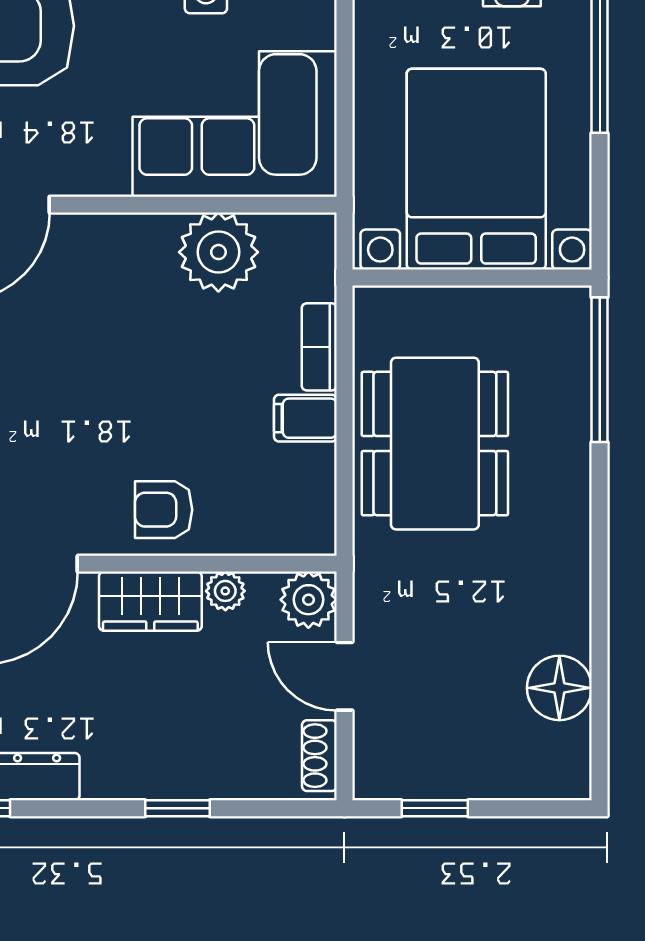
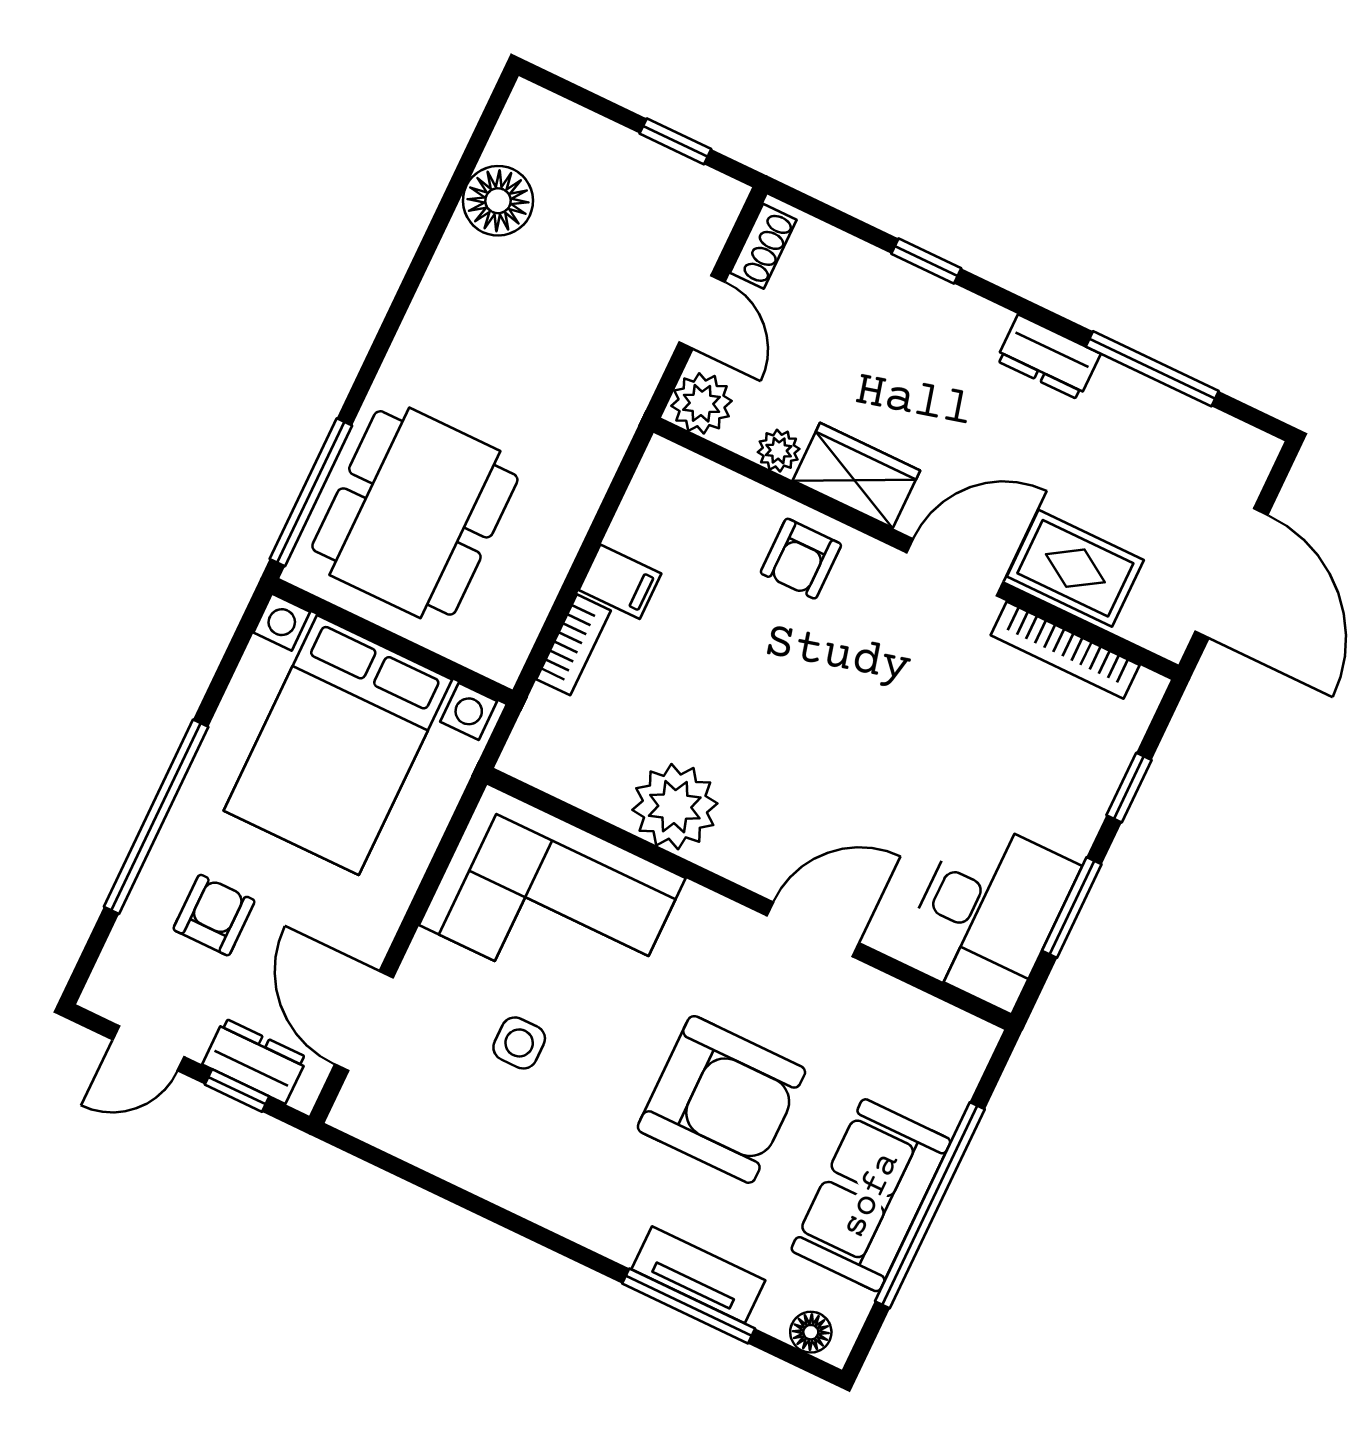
plant: (218, 252) -> (675, 807), moved
dining table: (435, 444) -> (415, 513), moved
armchair: (164, 510) -> (801, 559), turned 90

